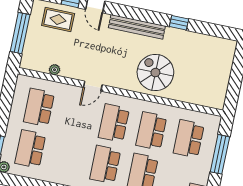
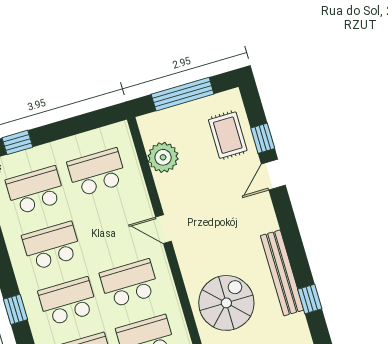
bench: (137, 27) -> (282, 273), moved
plant: (54, 70) -> (163, 157), width x1.87, depth x1.87
school desk: (68, 157) -> (52, 246), added

